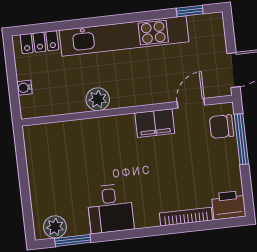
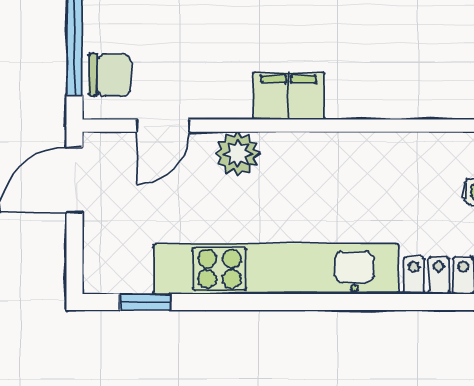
plant: (98, 99) -> (238, 154), moved
filing cabinet: (155, 123) -> (288, 96), moved

